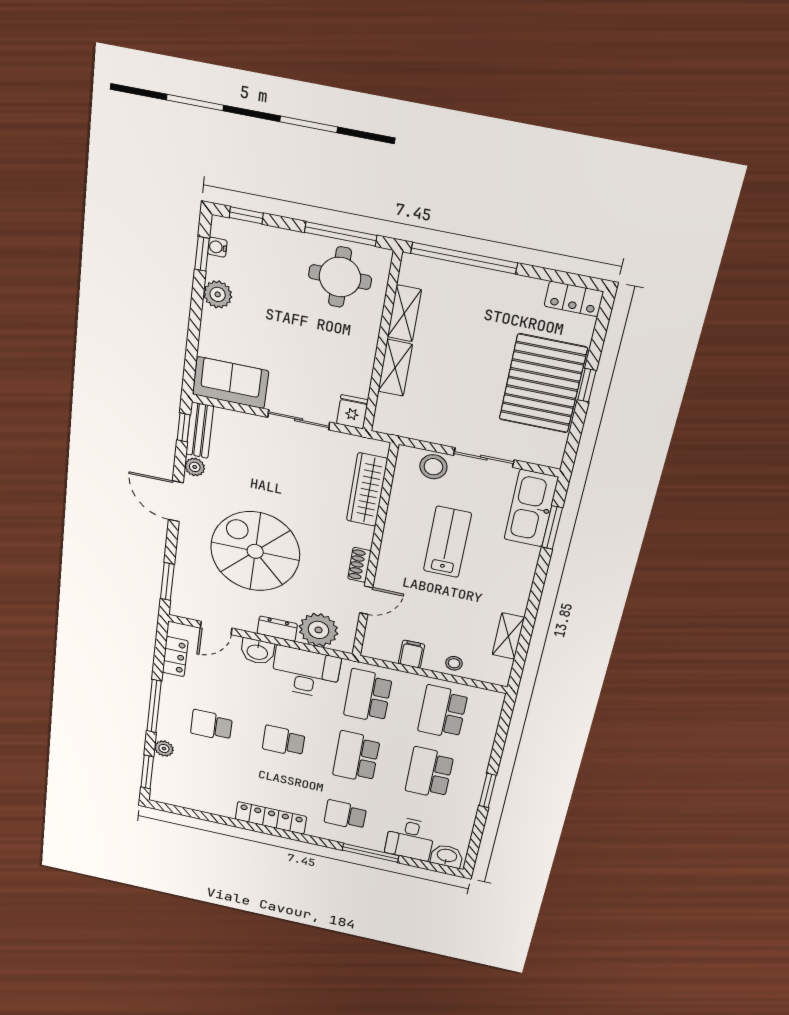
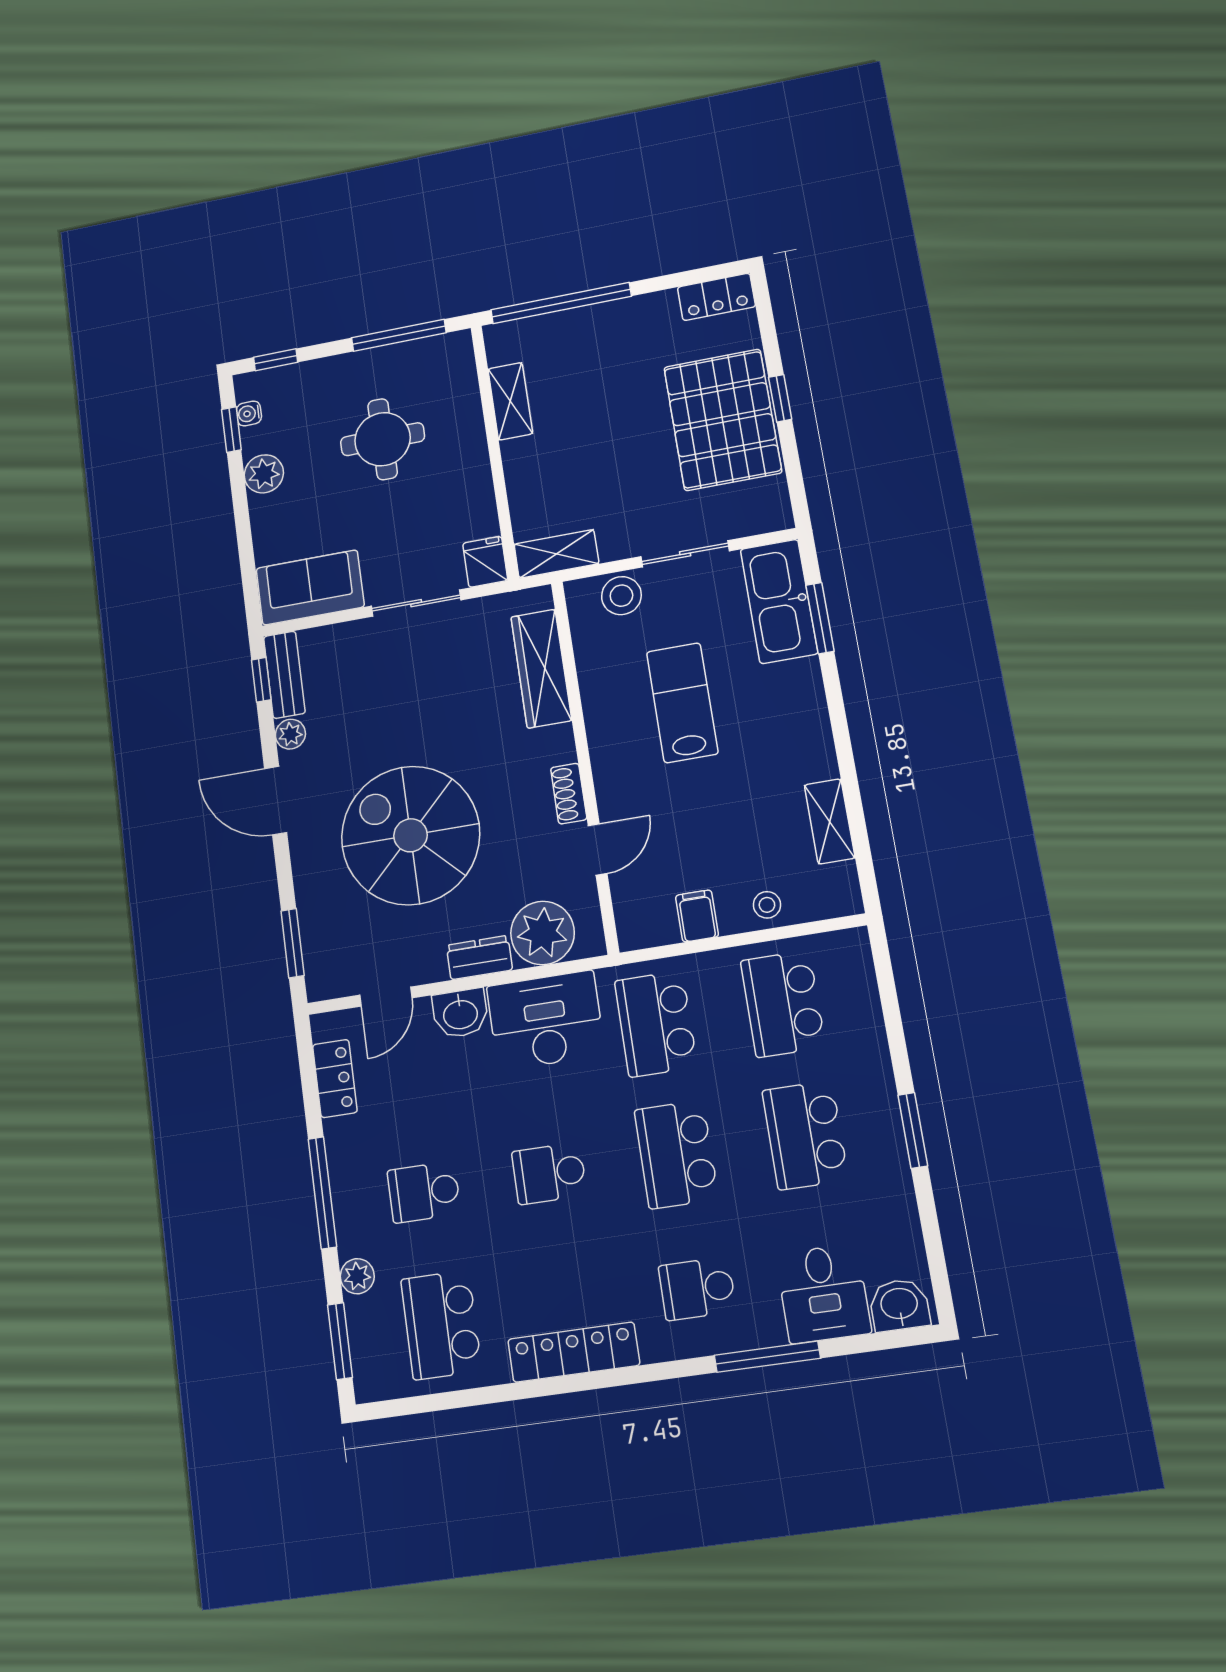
round table: (340, 277) -> (383, 439), moved
shelving: (395, 368) -> (556, 554), moved, turned 90
school desk: (204, 784) -> (441, 1325), added

